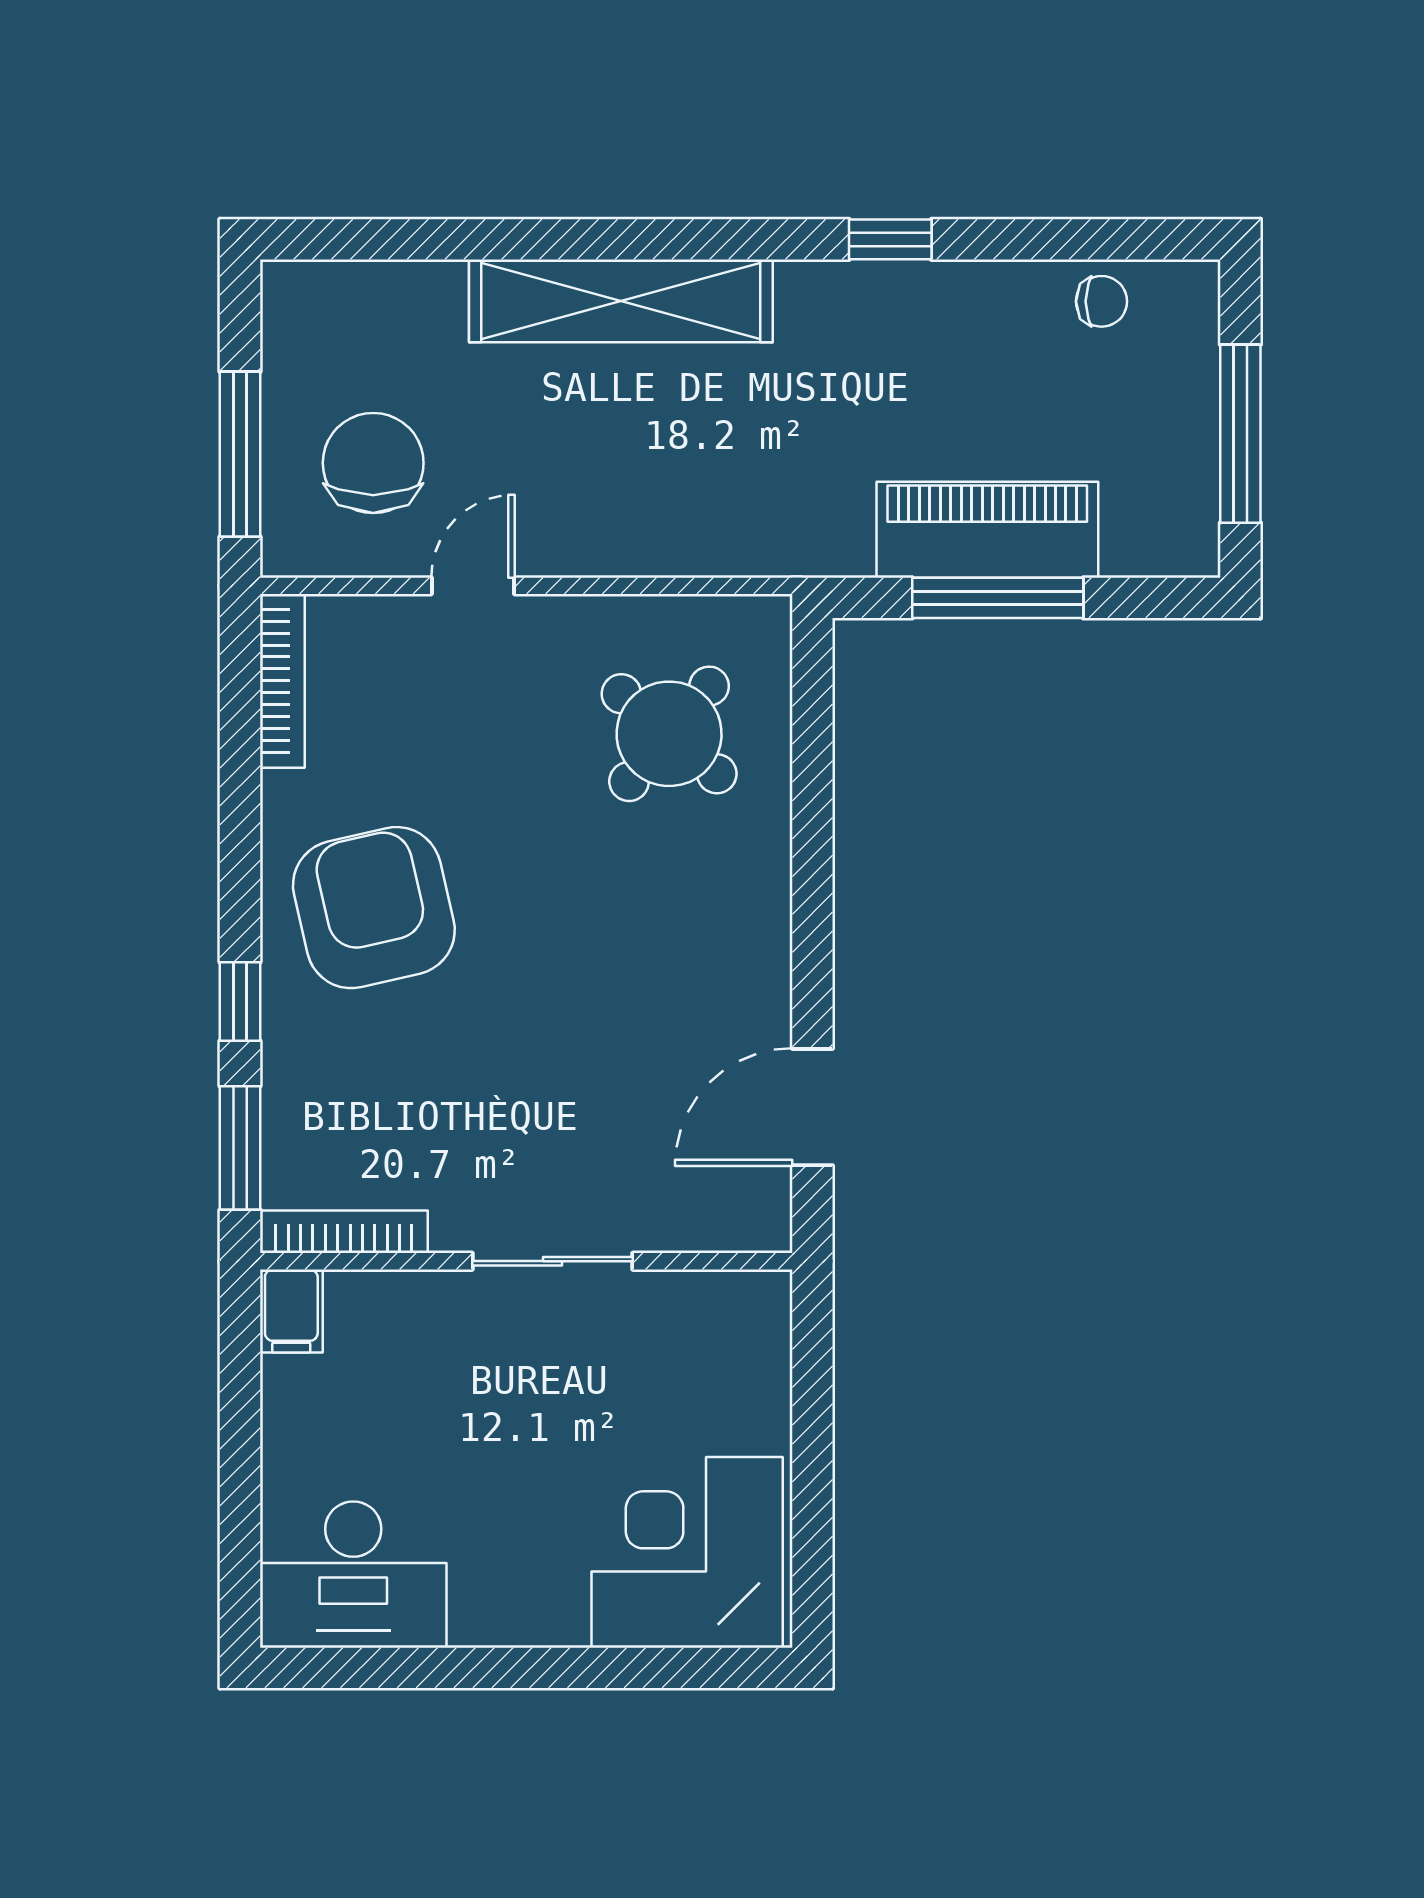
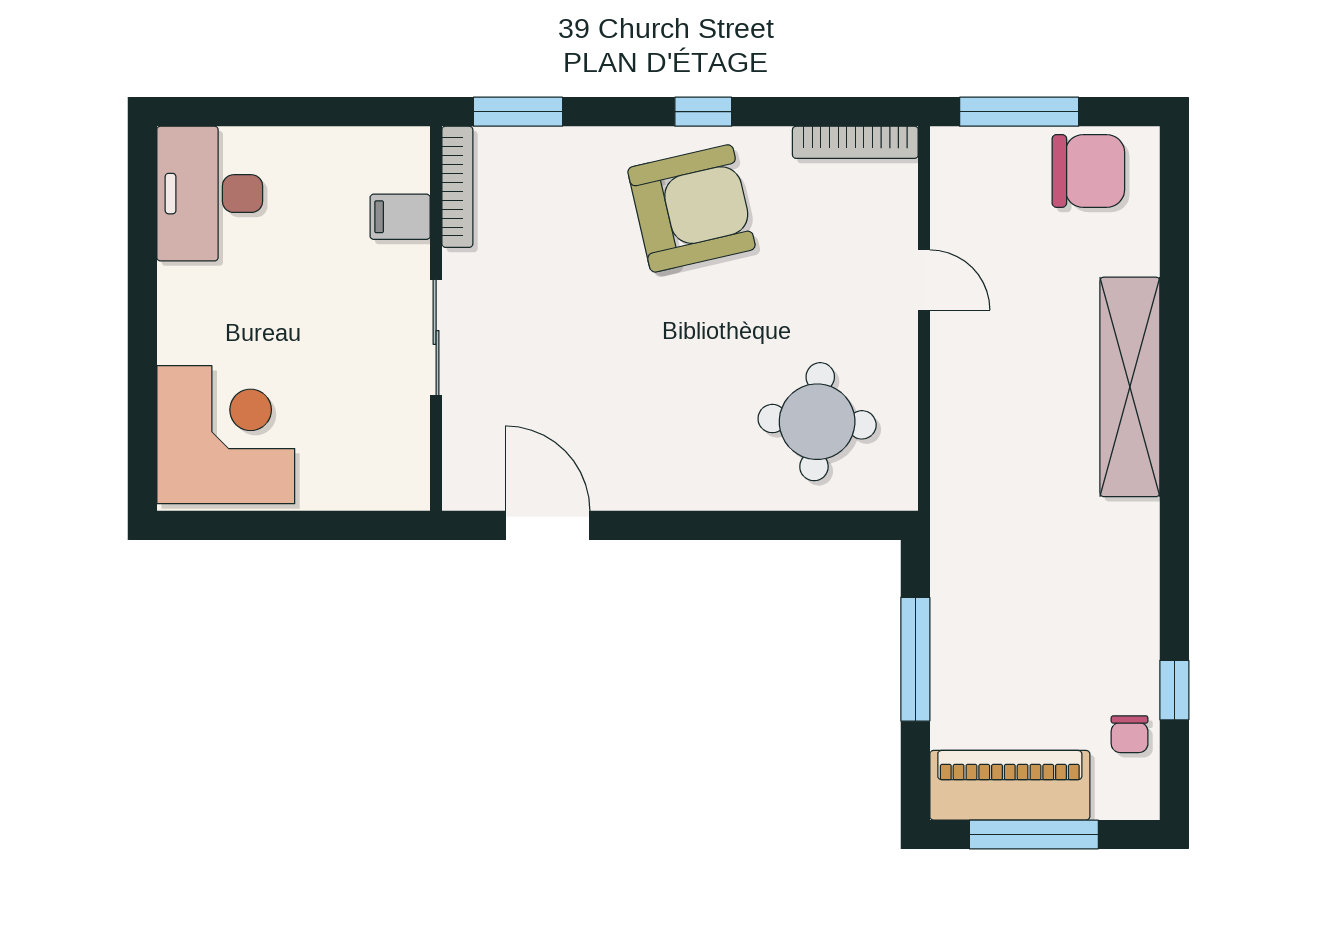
window: (890, 239) -> (1174, 690), moved
chair: (373, 463) -> (1088, 171), moved
piano: (987, 530) -> (1010, 785), moved, turned -90
round table: (669, 734) -> (817, 422), turned -36
window: (240, 1001) -> (703, 112), moved
filing cabinet: (291, 1311) -> (400, 217), moved

